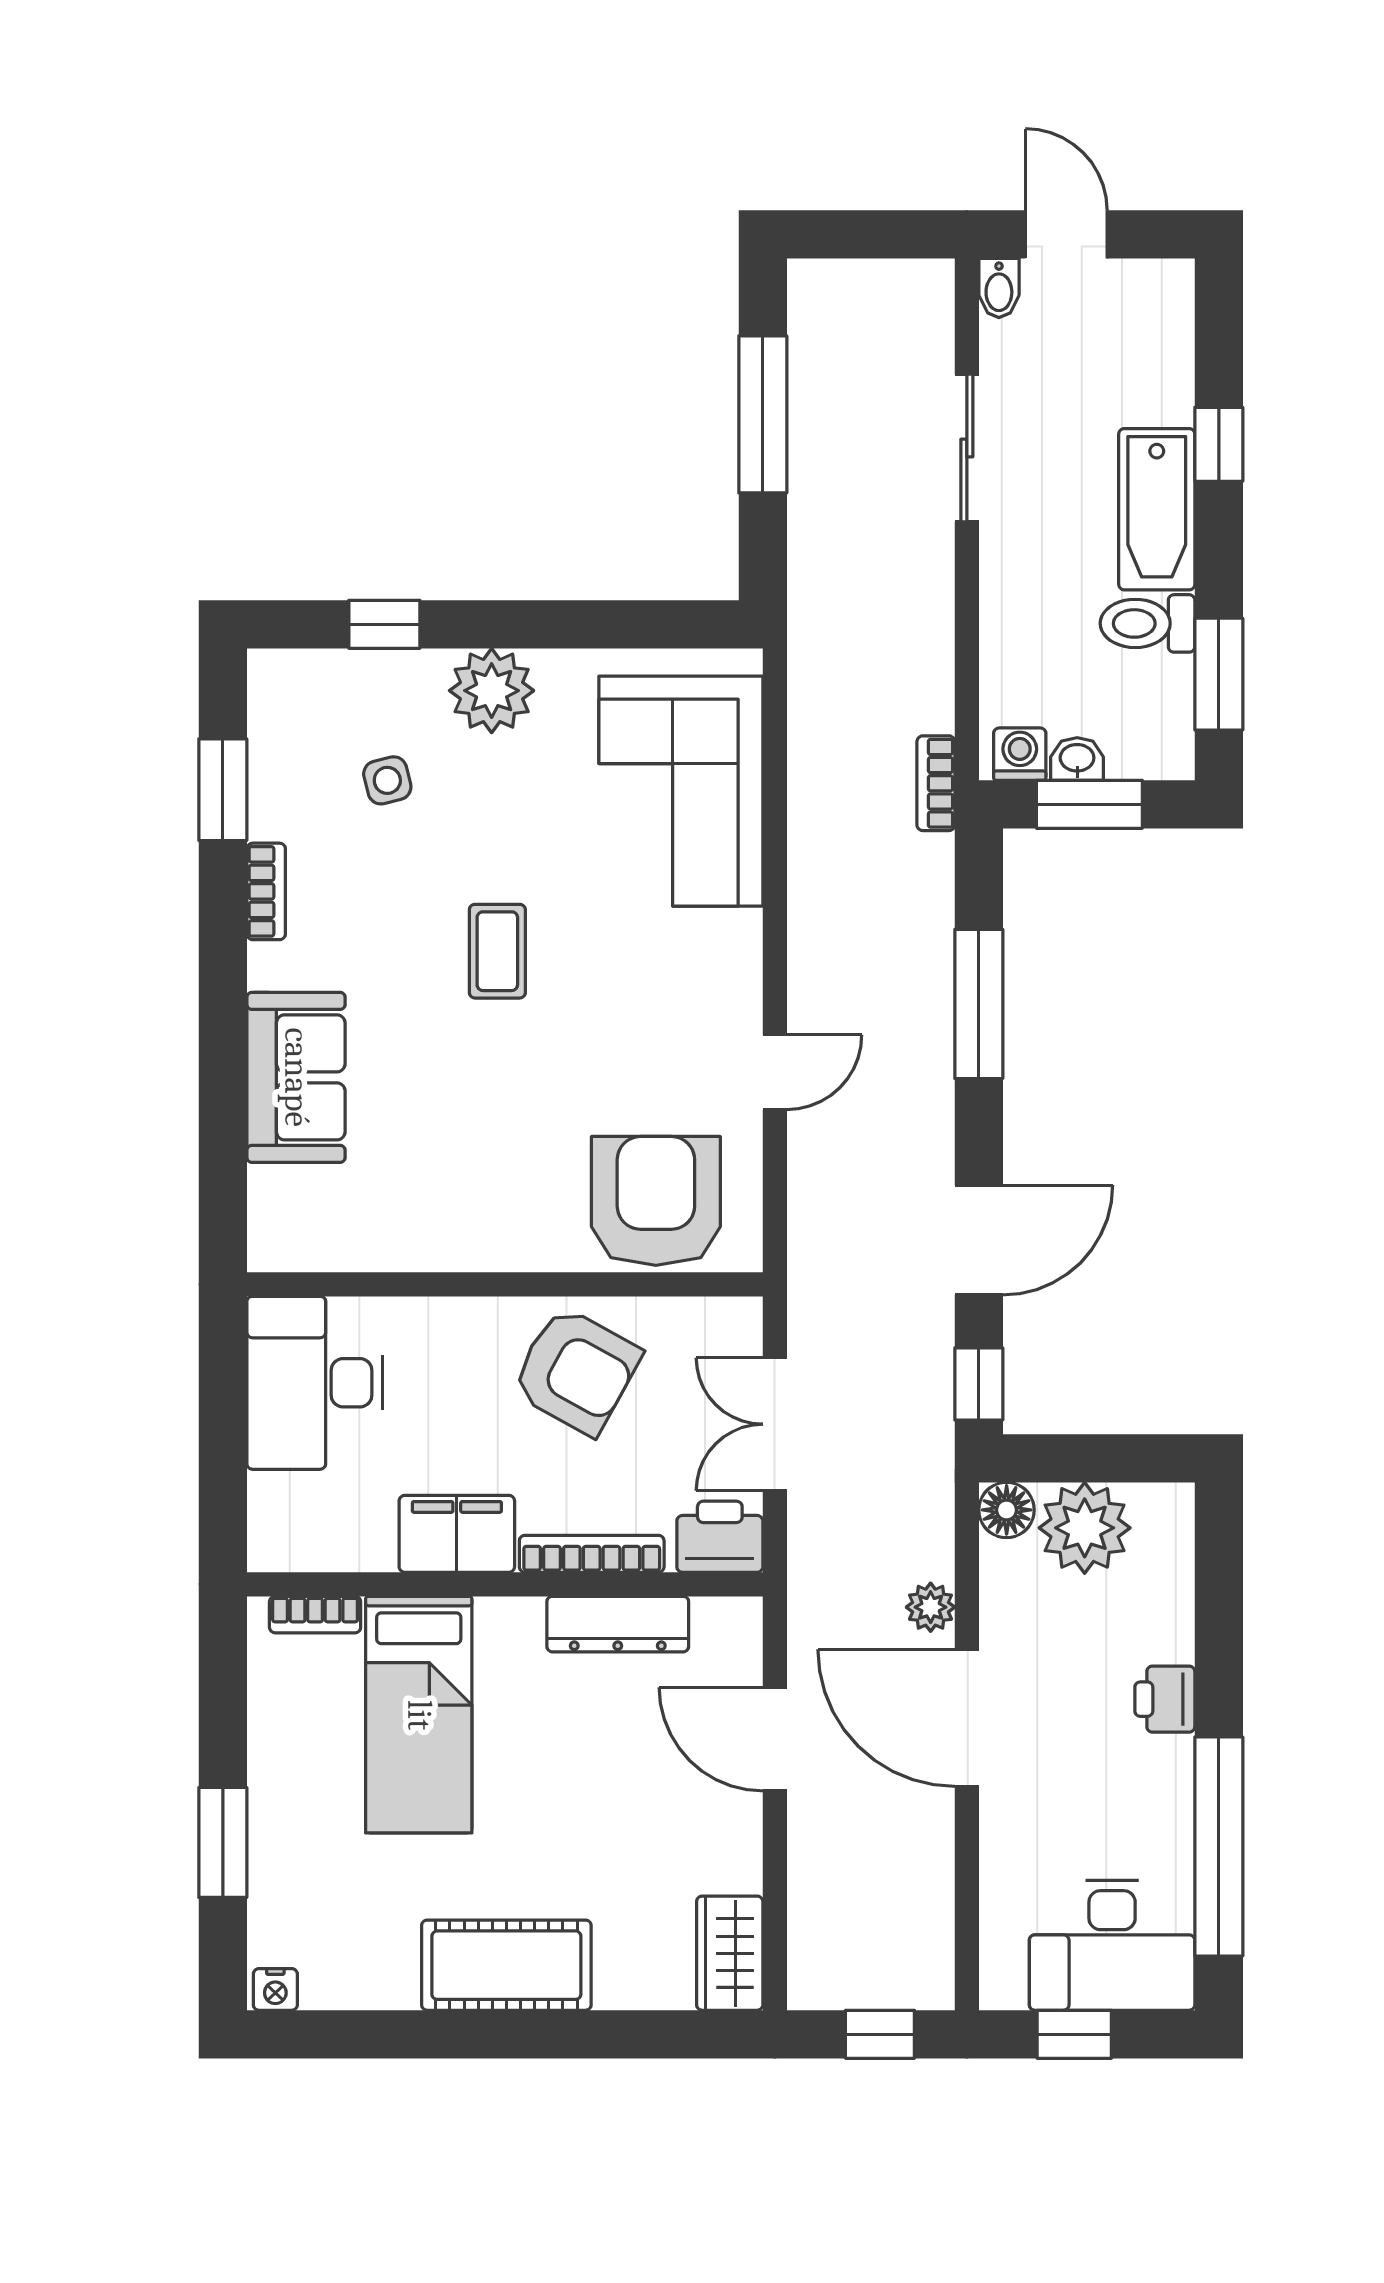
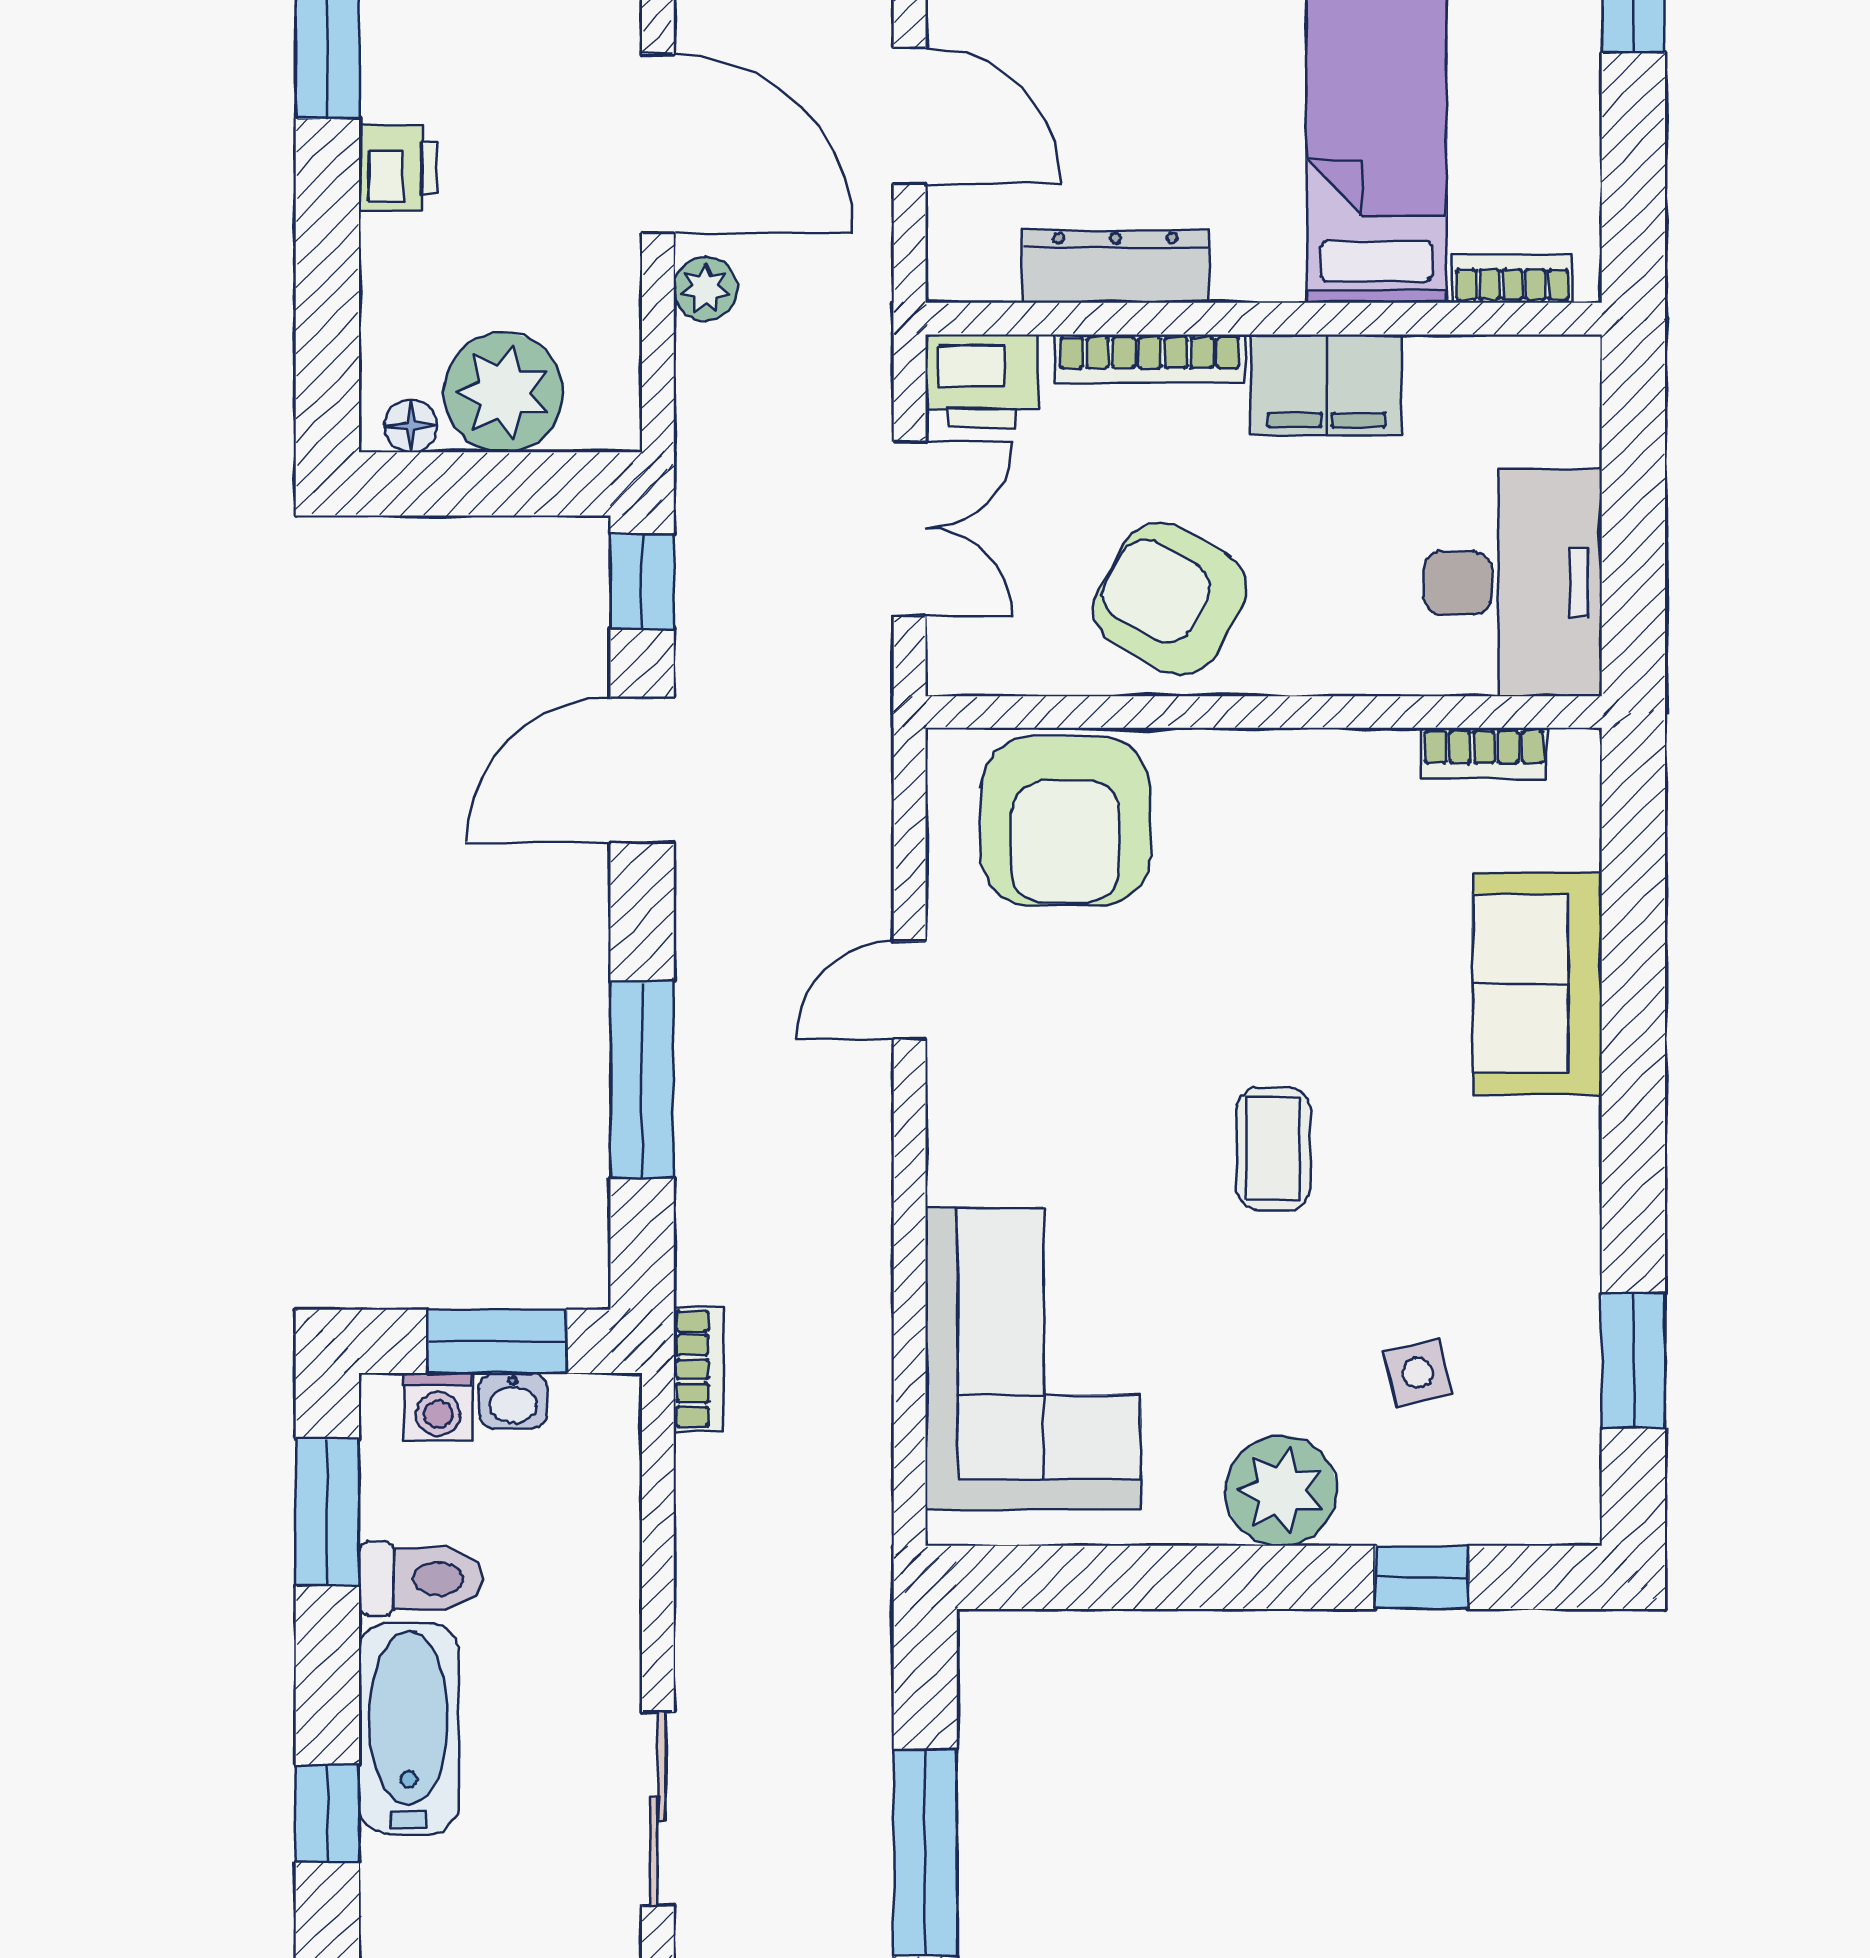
washing machine: (1020, 754) -> (438, 1407), moved
bookcase: (266, 891) -> (1484, 753), moved, turned -90
floor lamp: (1007, 1510) -> (411, 426), moved, width x0.73, depth x0.73

